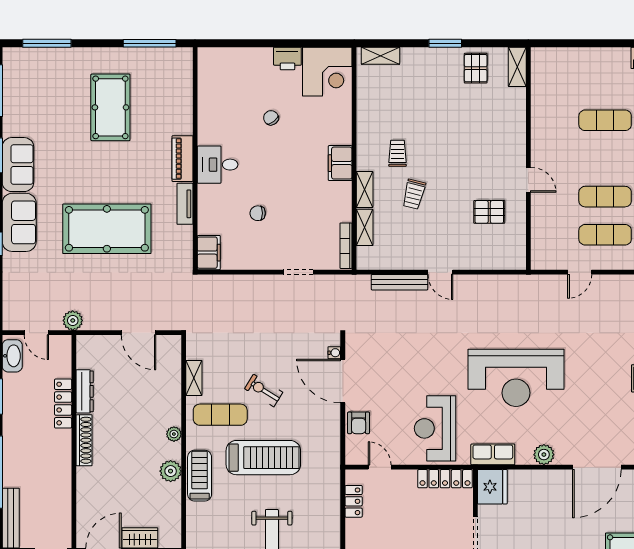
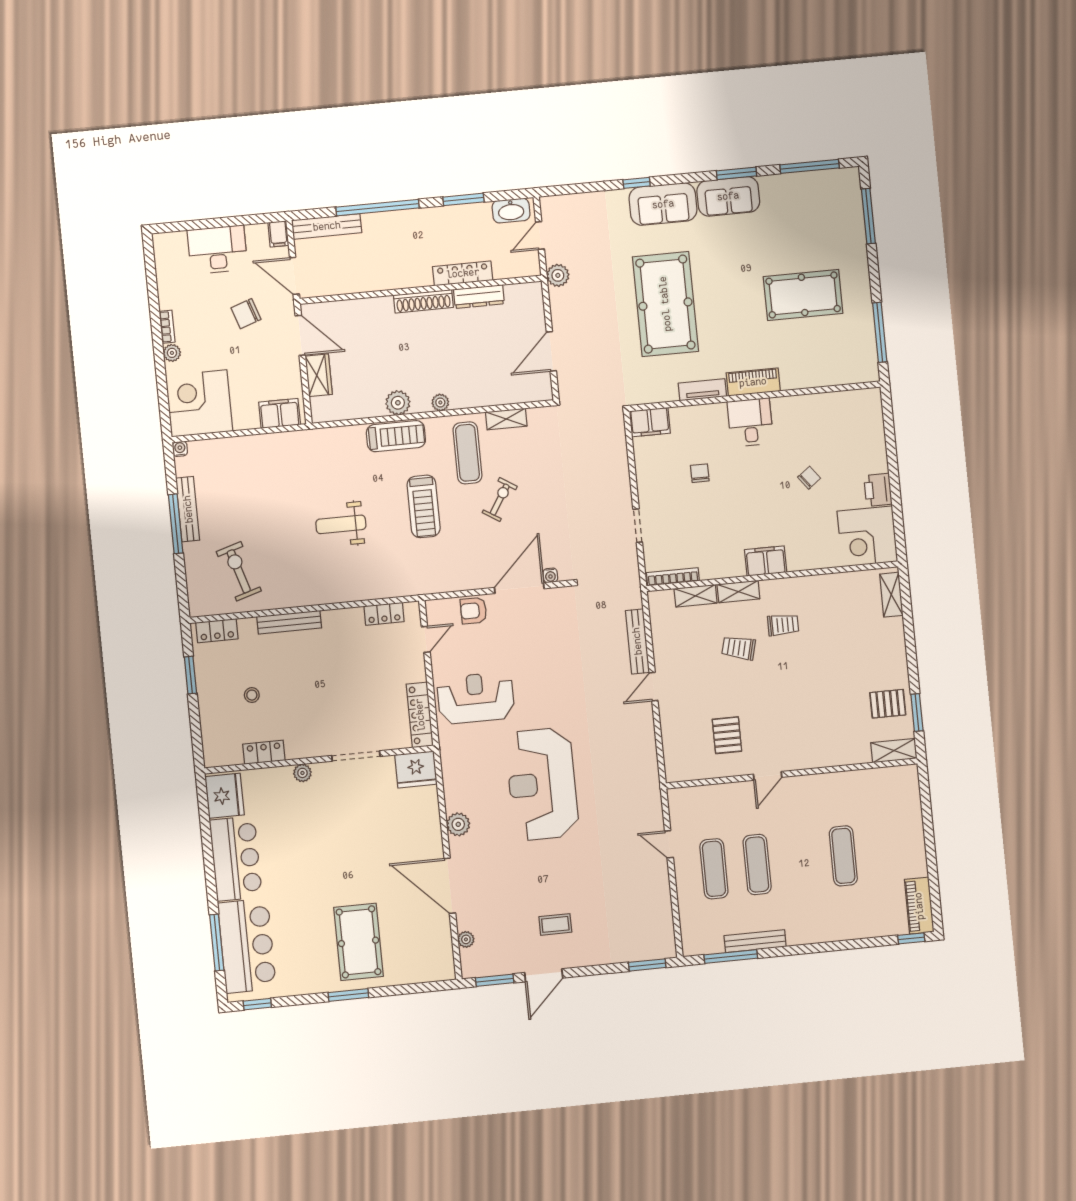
window: (445, 43) -> (917, 712), moved
row of seats: (493, 454) -> (453, 766), removed
treadmill: (263, 458) -> (424, 506), width x0.73, depth x0.73

